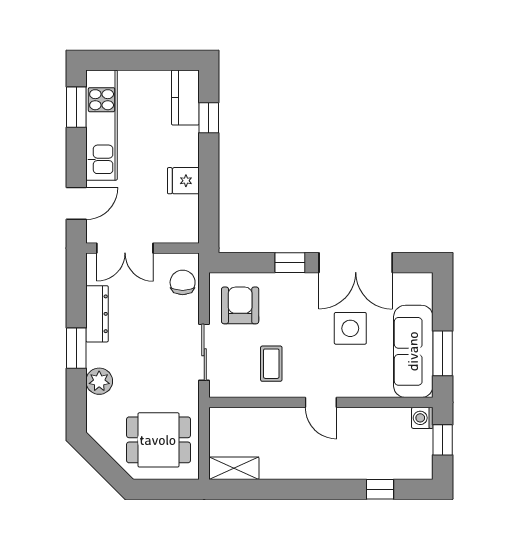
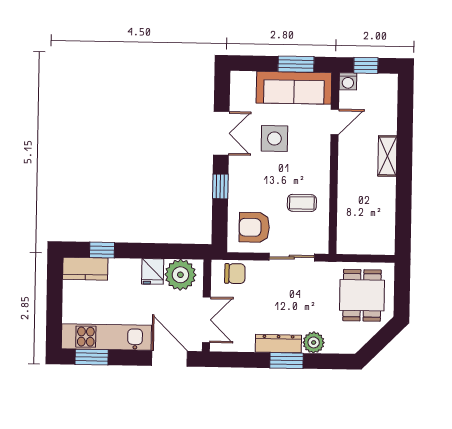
door: (76, 203) -> (169, 358), width x1.38
plant: (180, 215) -> (180, 275), added
double door: (356, 263) -> (221, 133), width x0.73
chair: (183, 282) -> (235, 274), turned 180
dresser: (97, 314) -> (278, 344), moved
door: (321, 402) -> (335, 122), moved
shelving: (234, 468) -> (387, 156), moved
window: (380, 489) -> (405, 117), removed

